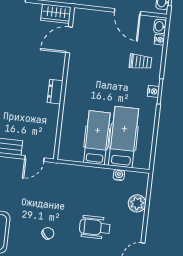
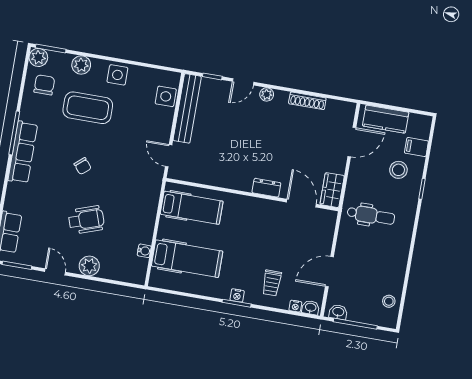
dresser: (55, 92) -> (266, 188), moved
hospital bed: (97, 138) -> (192, 208), moved
plant: (137, 203) -> (89, 266), moved
wheelchair: (95, 227) -> (86, 220), turned 71

